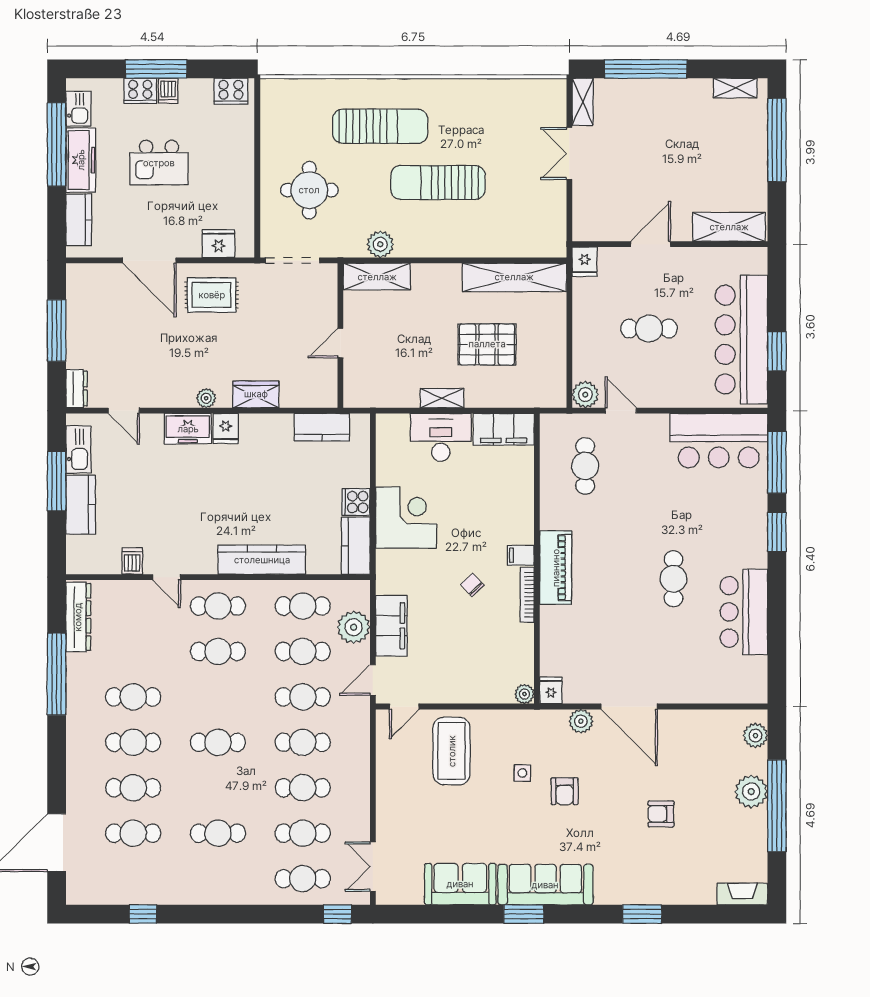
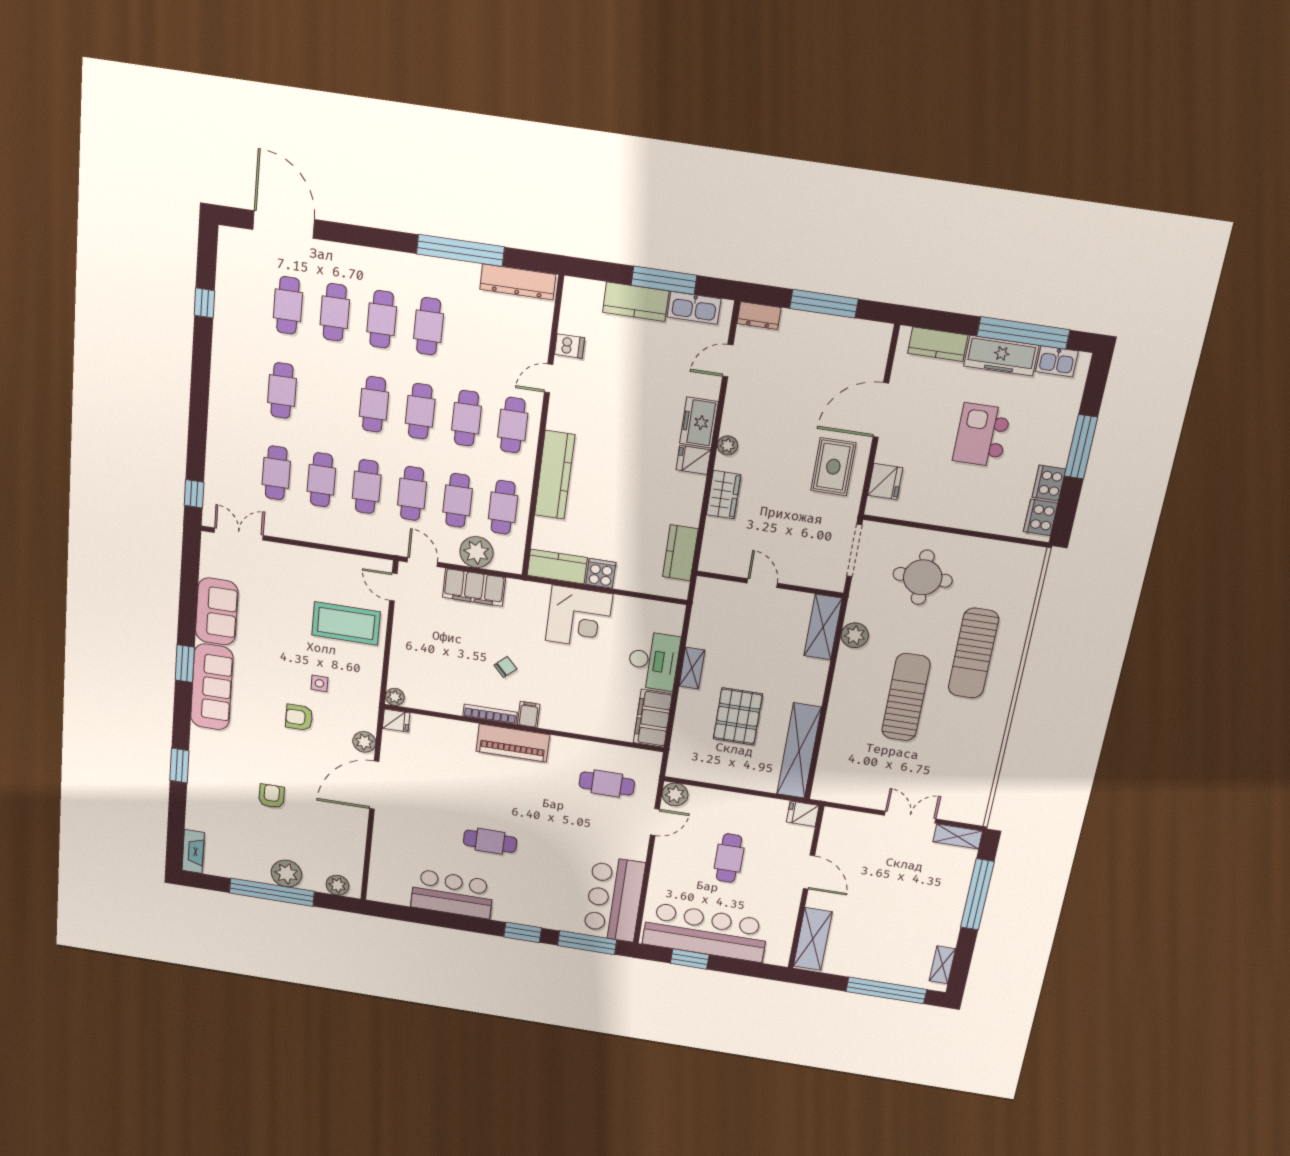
cooker: (140, 91) -> (1049, 483), moved
dishwasher: (168, 91) -> (1055, 455), removed
cafe table: (303, 879) -> (420, 411), moved

